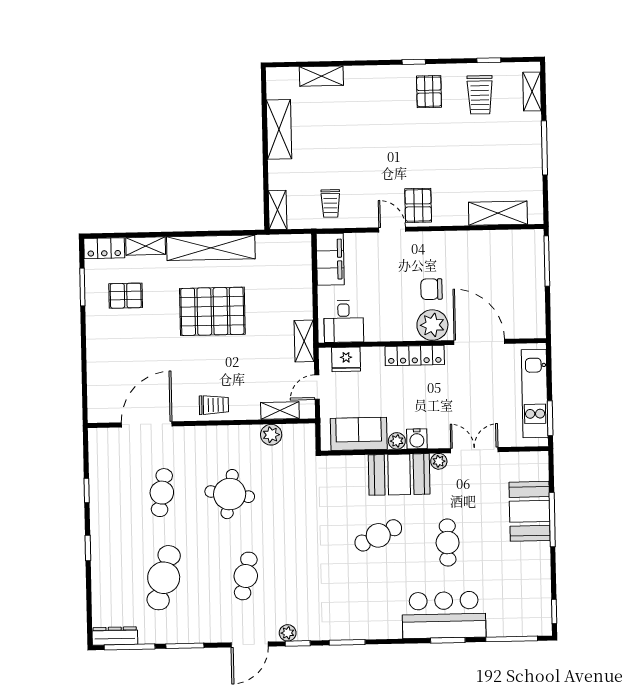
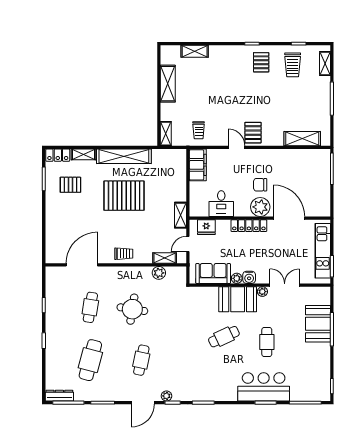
desk: (344, 321) -> (221, 204), moved

